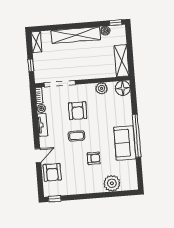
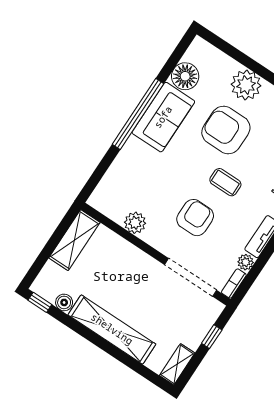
floor lamp: (123, 88) -> (185, 76), moved
armchair: (94, 158) -> (226, 130), width x1.88, depth x1.88
plant: (112, 183) -> (246, 85), moved

